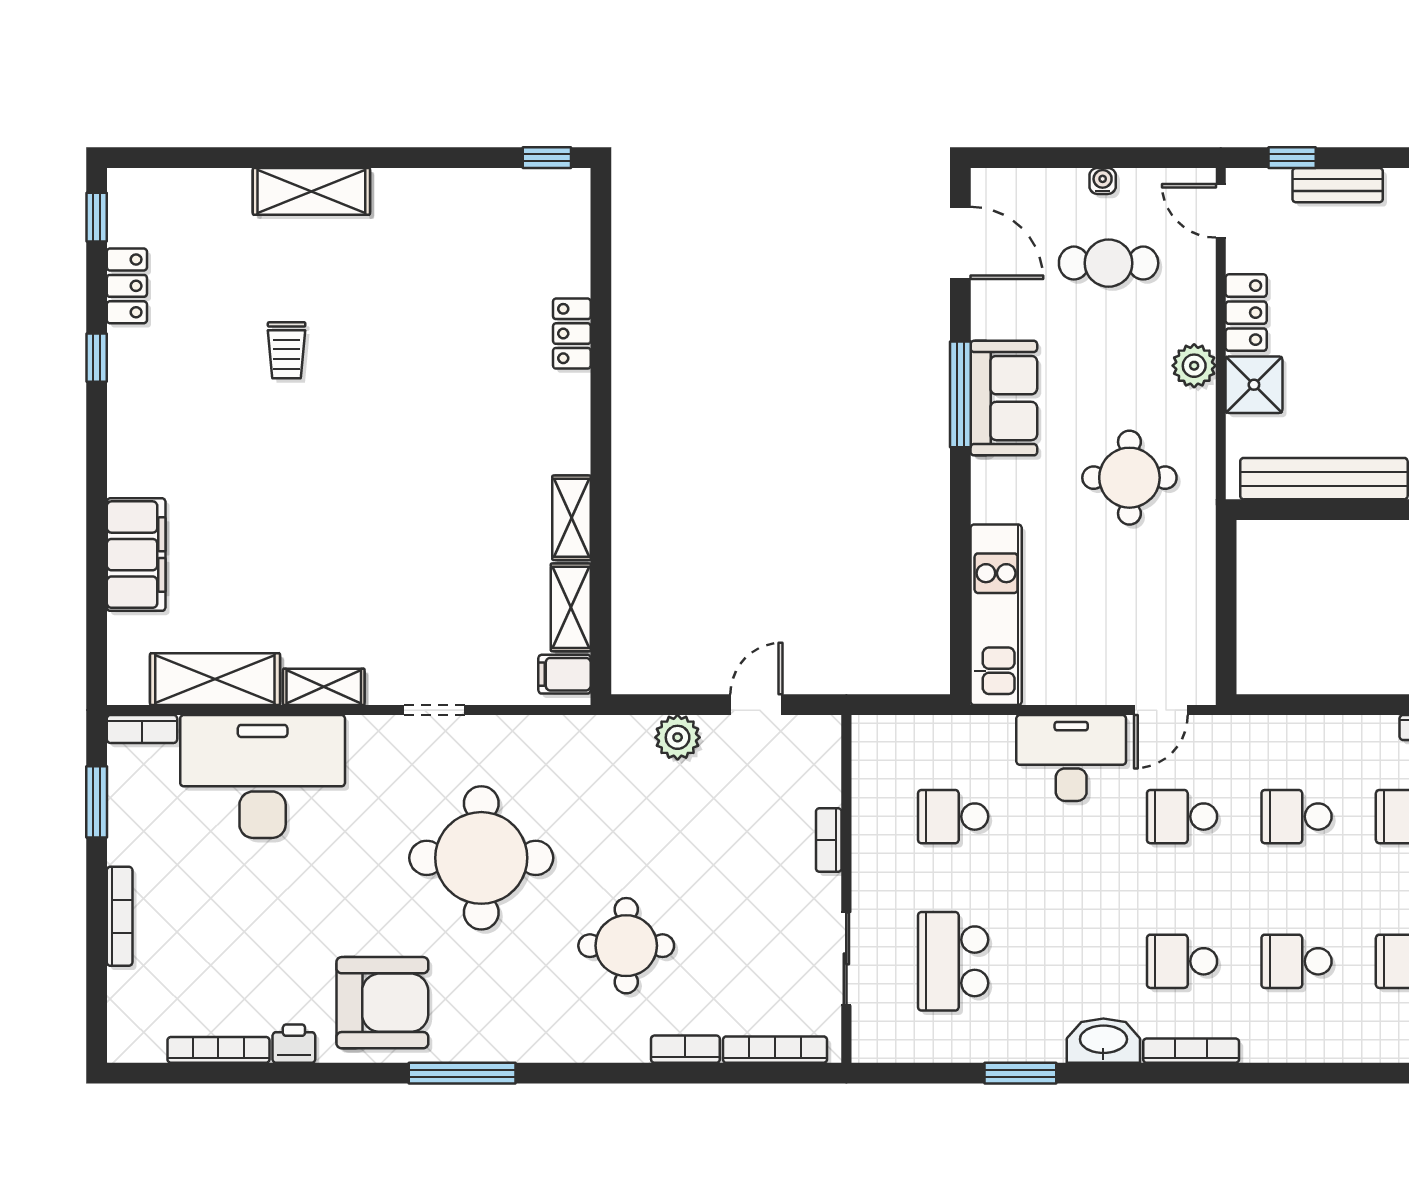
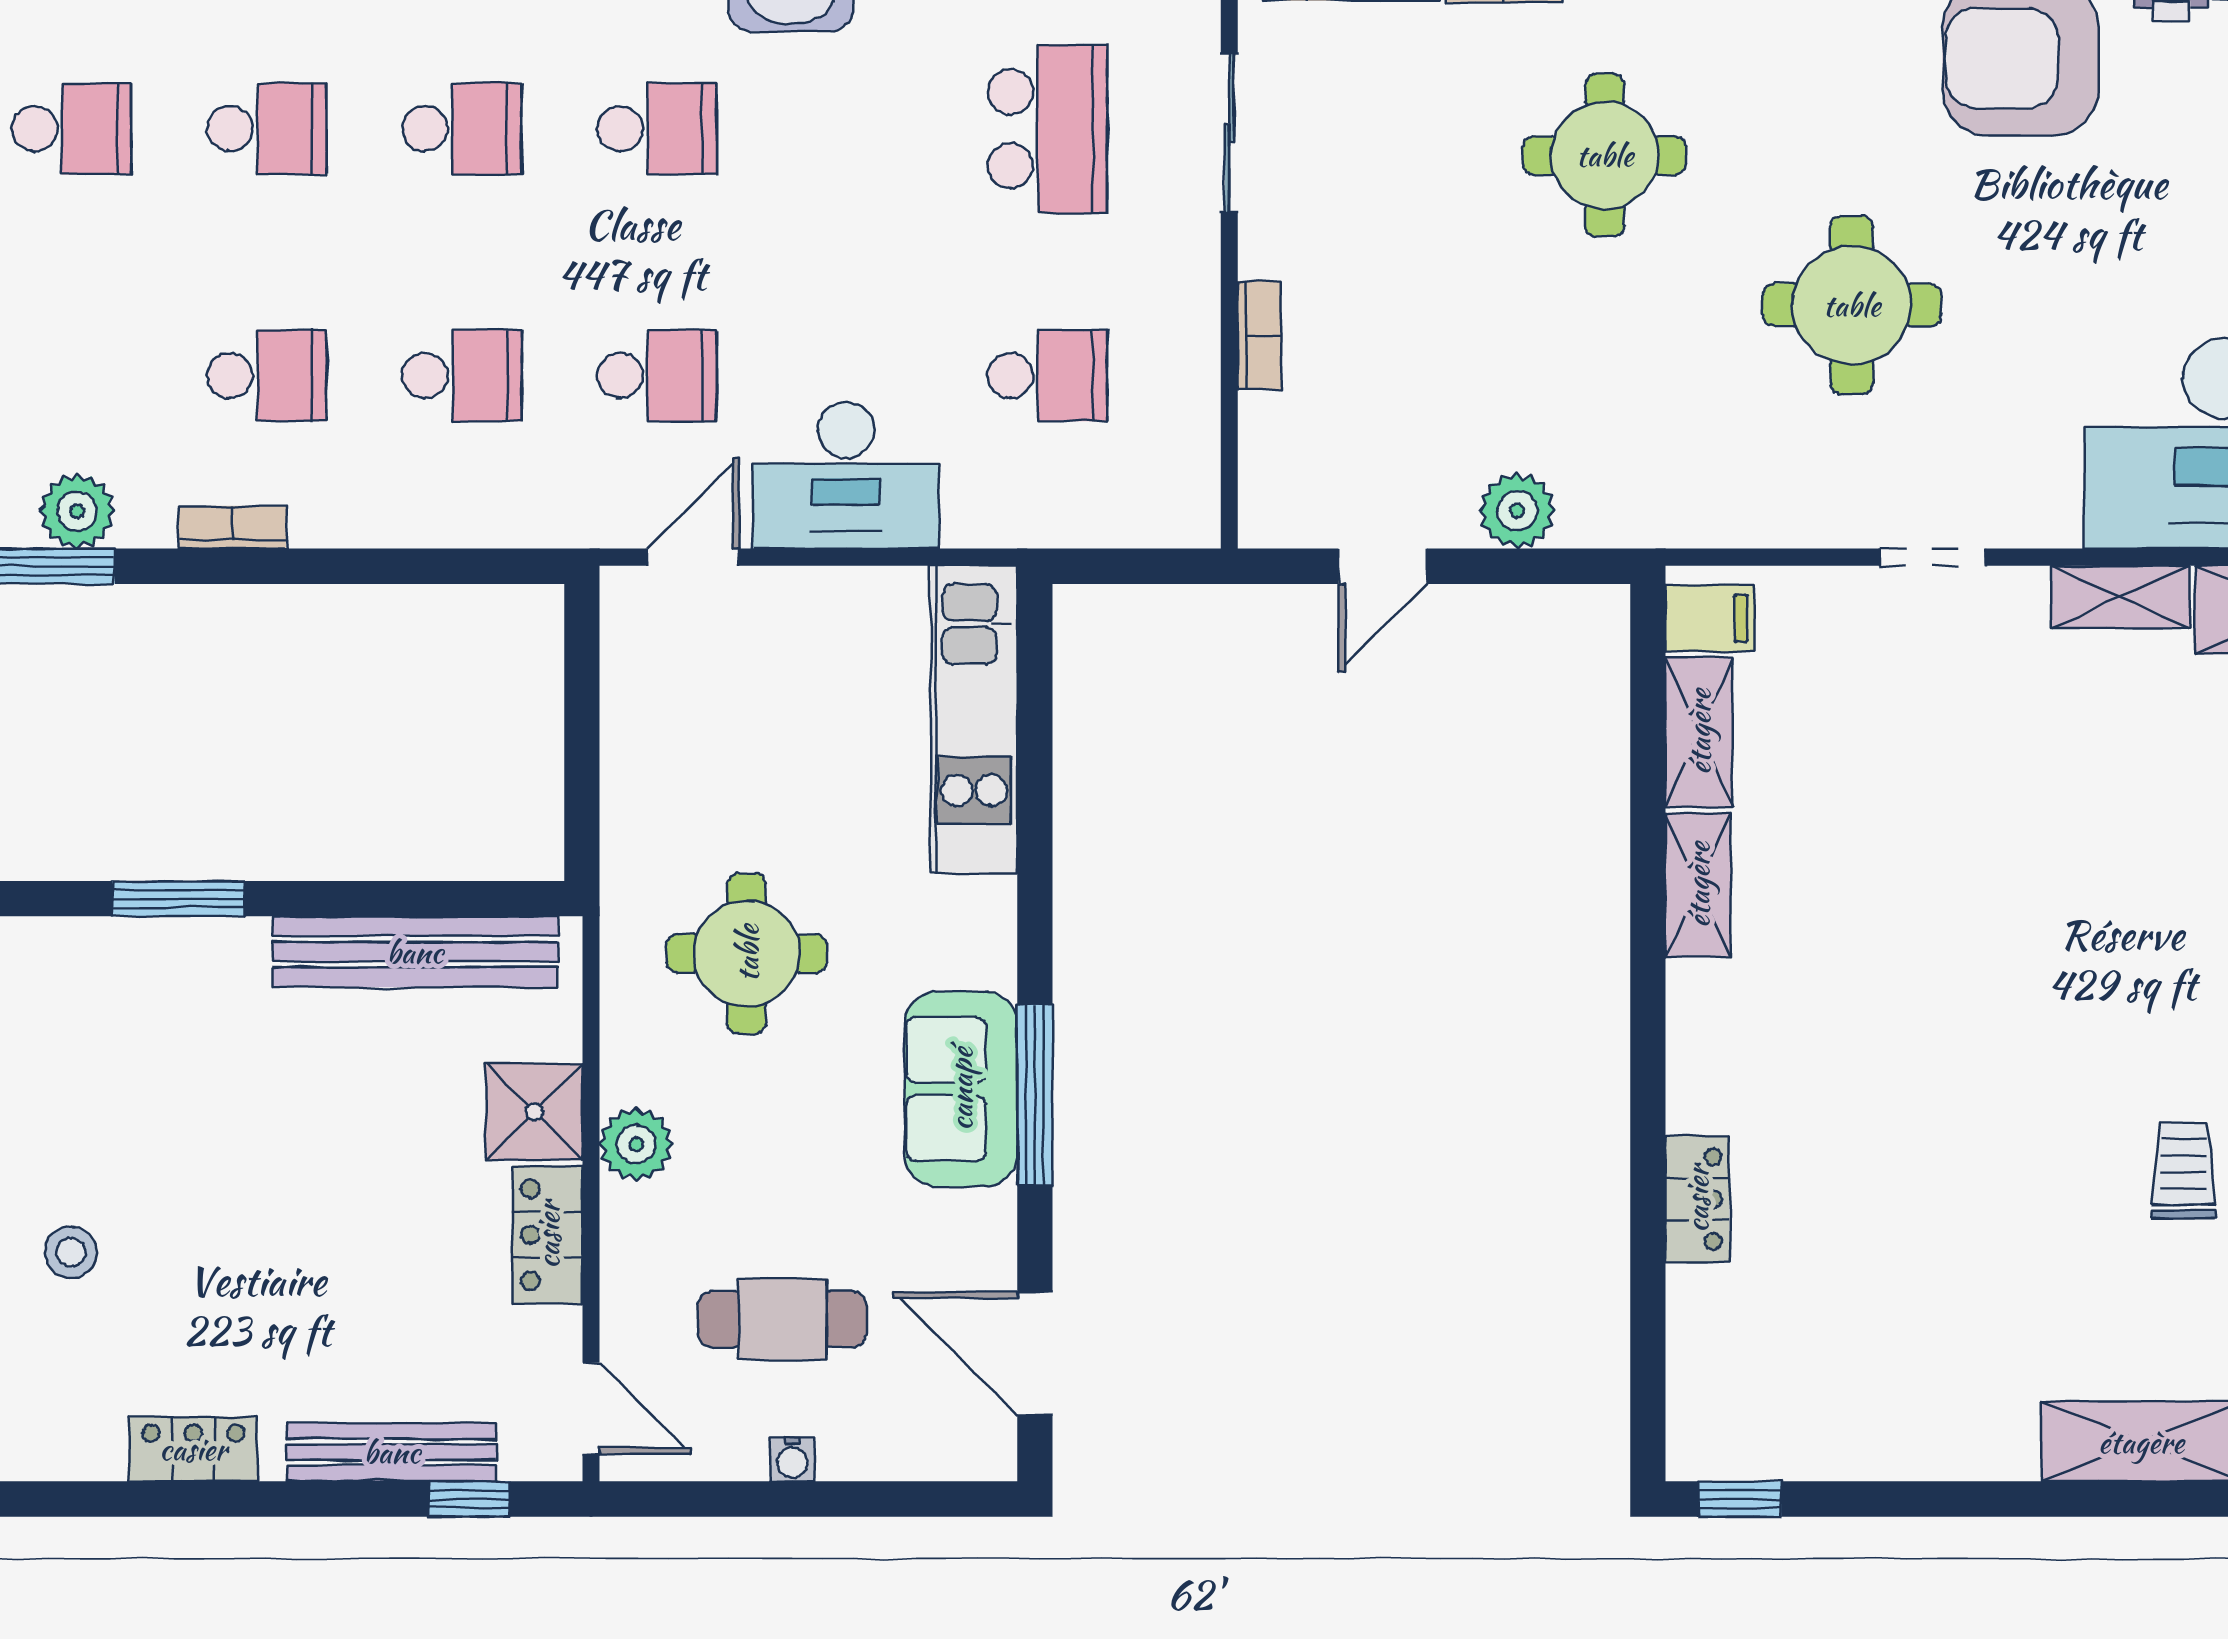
bench: (1338, 185) -> (392, 1452), width x1.36
round table: (481, 858) -> (1852, 305), width x0.73, depth x0.73

